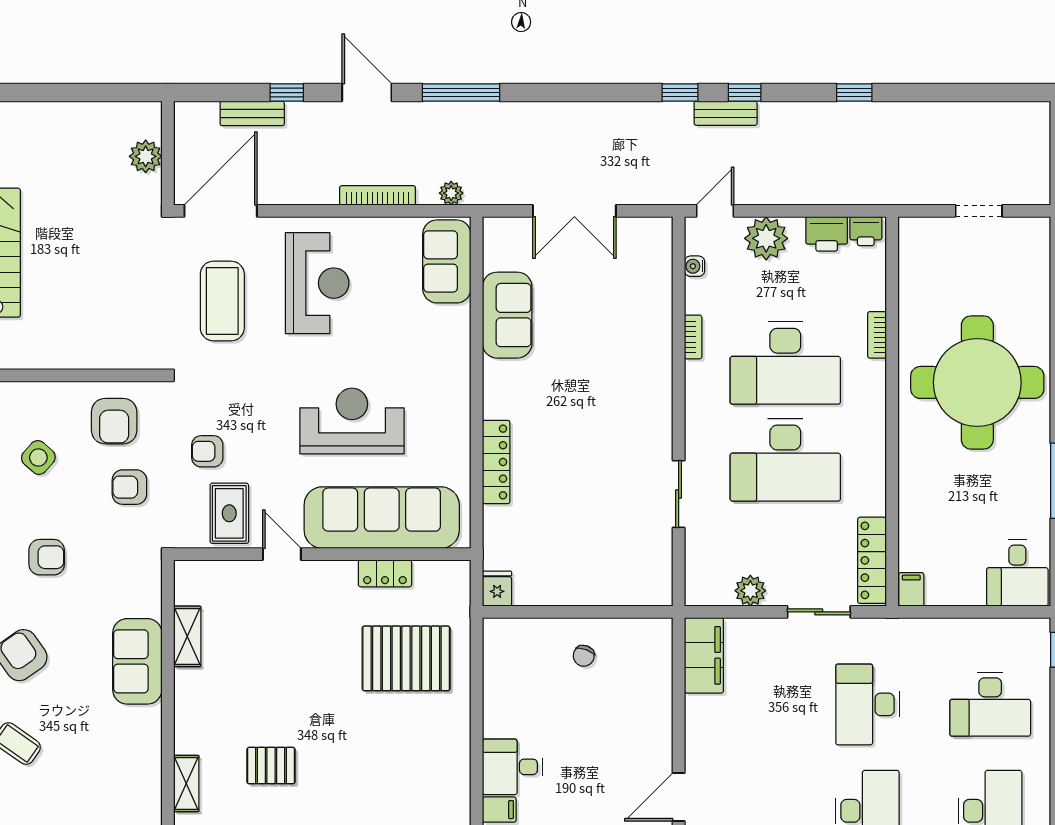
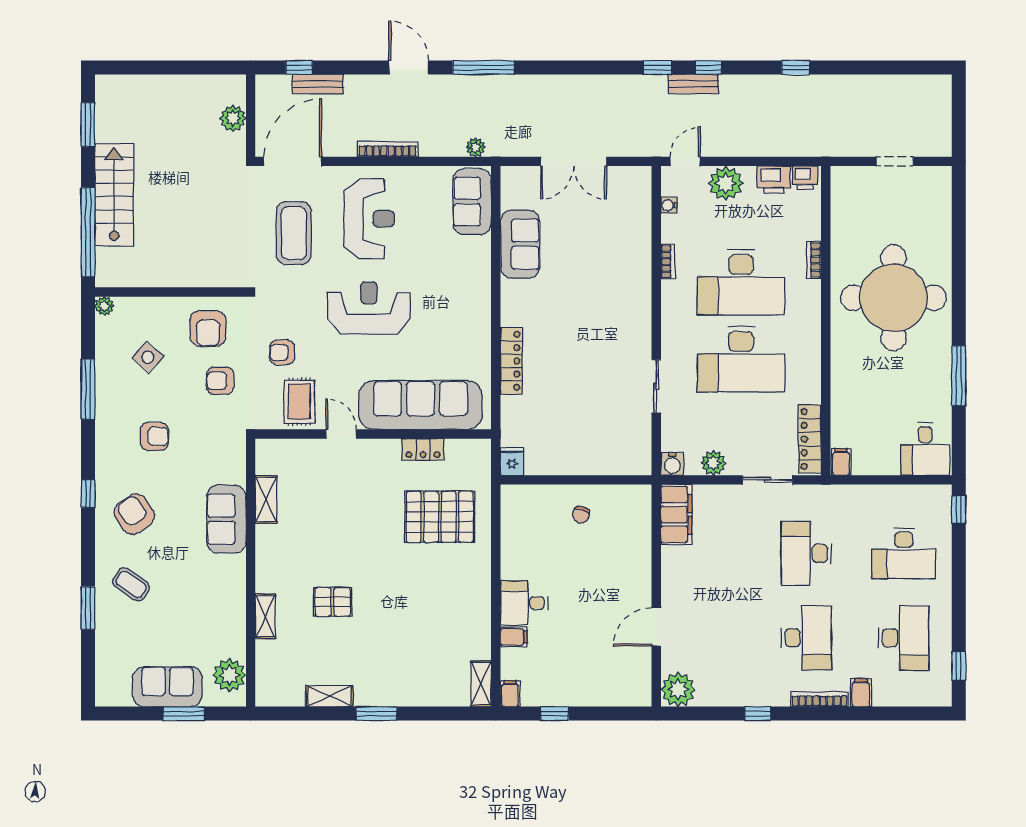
window: (287, 93) -> (299, 67), moved
bookcase: (378, 195) -> (387, 149), moved
reception desk: (352, 421) -> (369, 308), moved
water cooler: (699, 592) -> (672, 464), added

